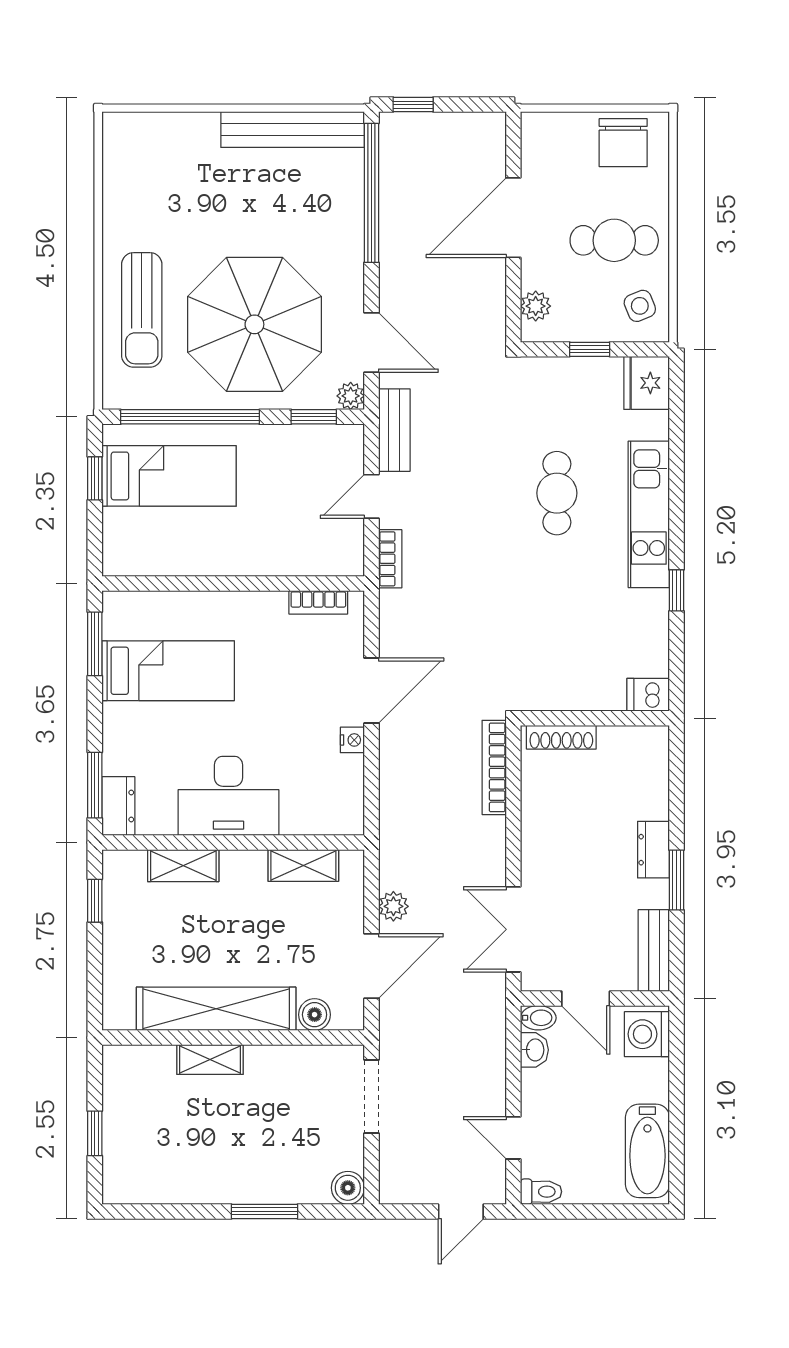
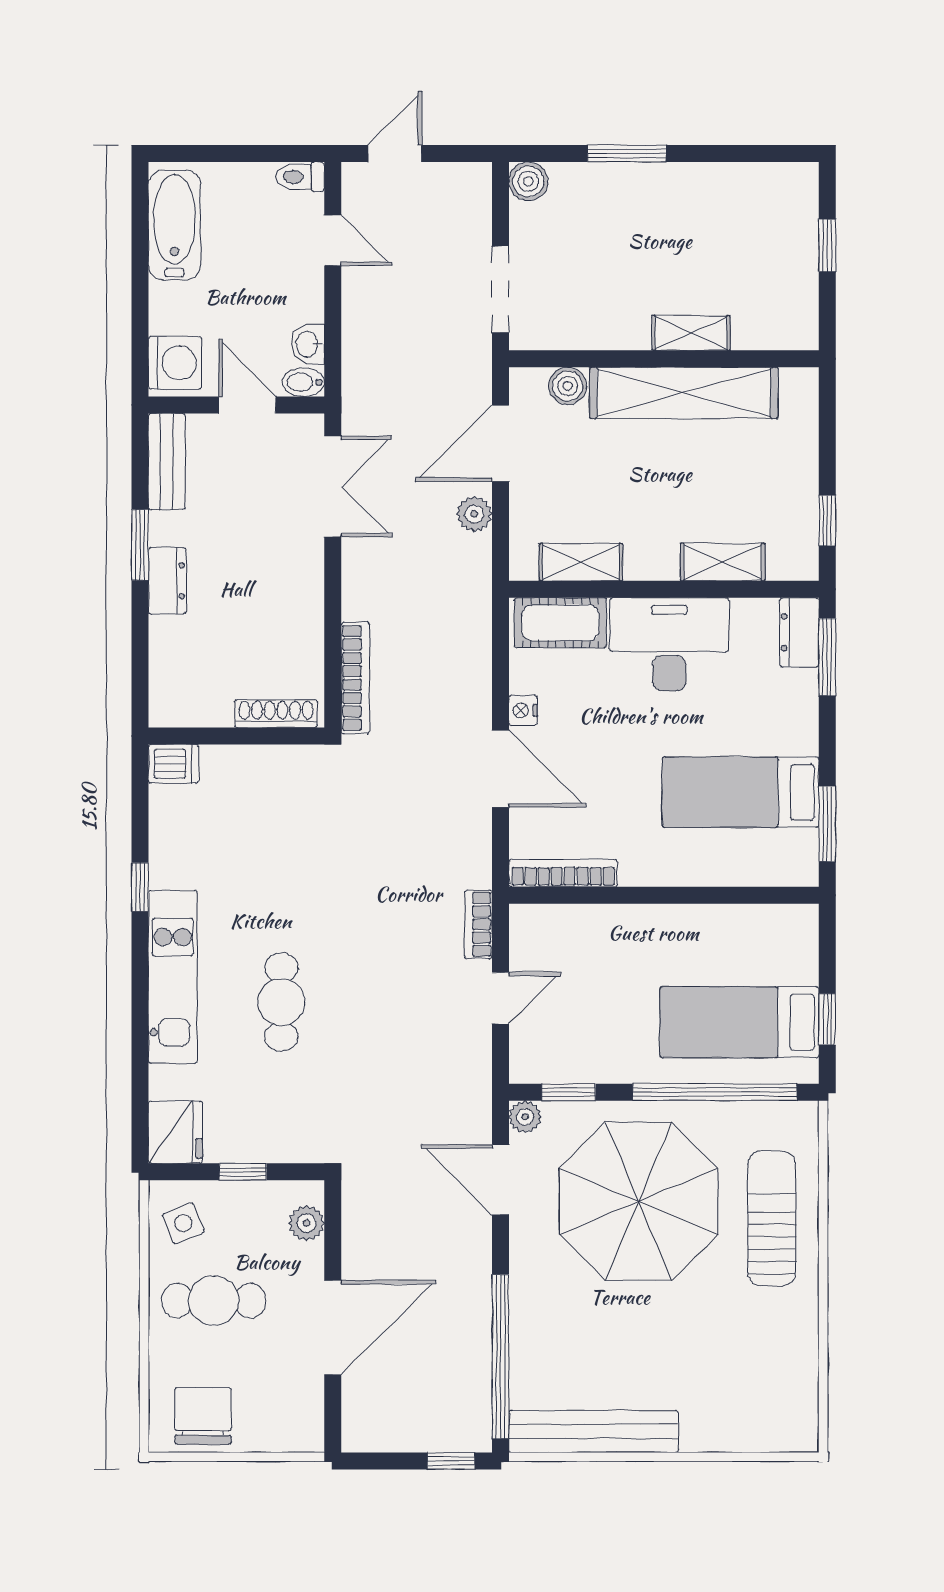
bench: (394, 430) -> (473, 1076), removed
bookcase: (318, 602) -> (563, 873), width x1.56
door: (371, 691) -> (500, 769), swing flipped
cot: (321, 814) -> (560, 623), added

